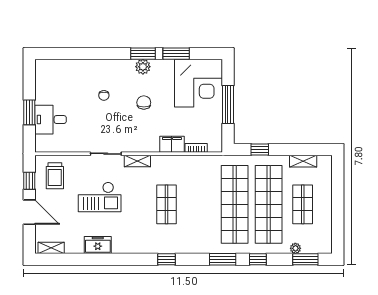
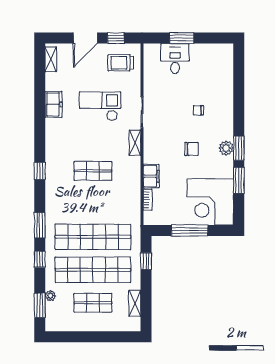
checkout: (100, 197) -> (100, 106), turned 90

